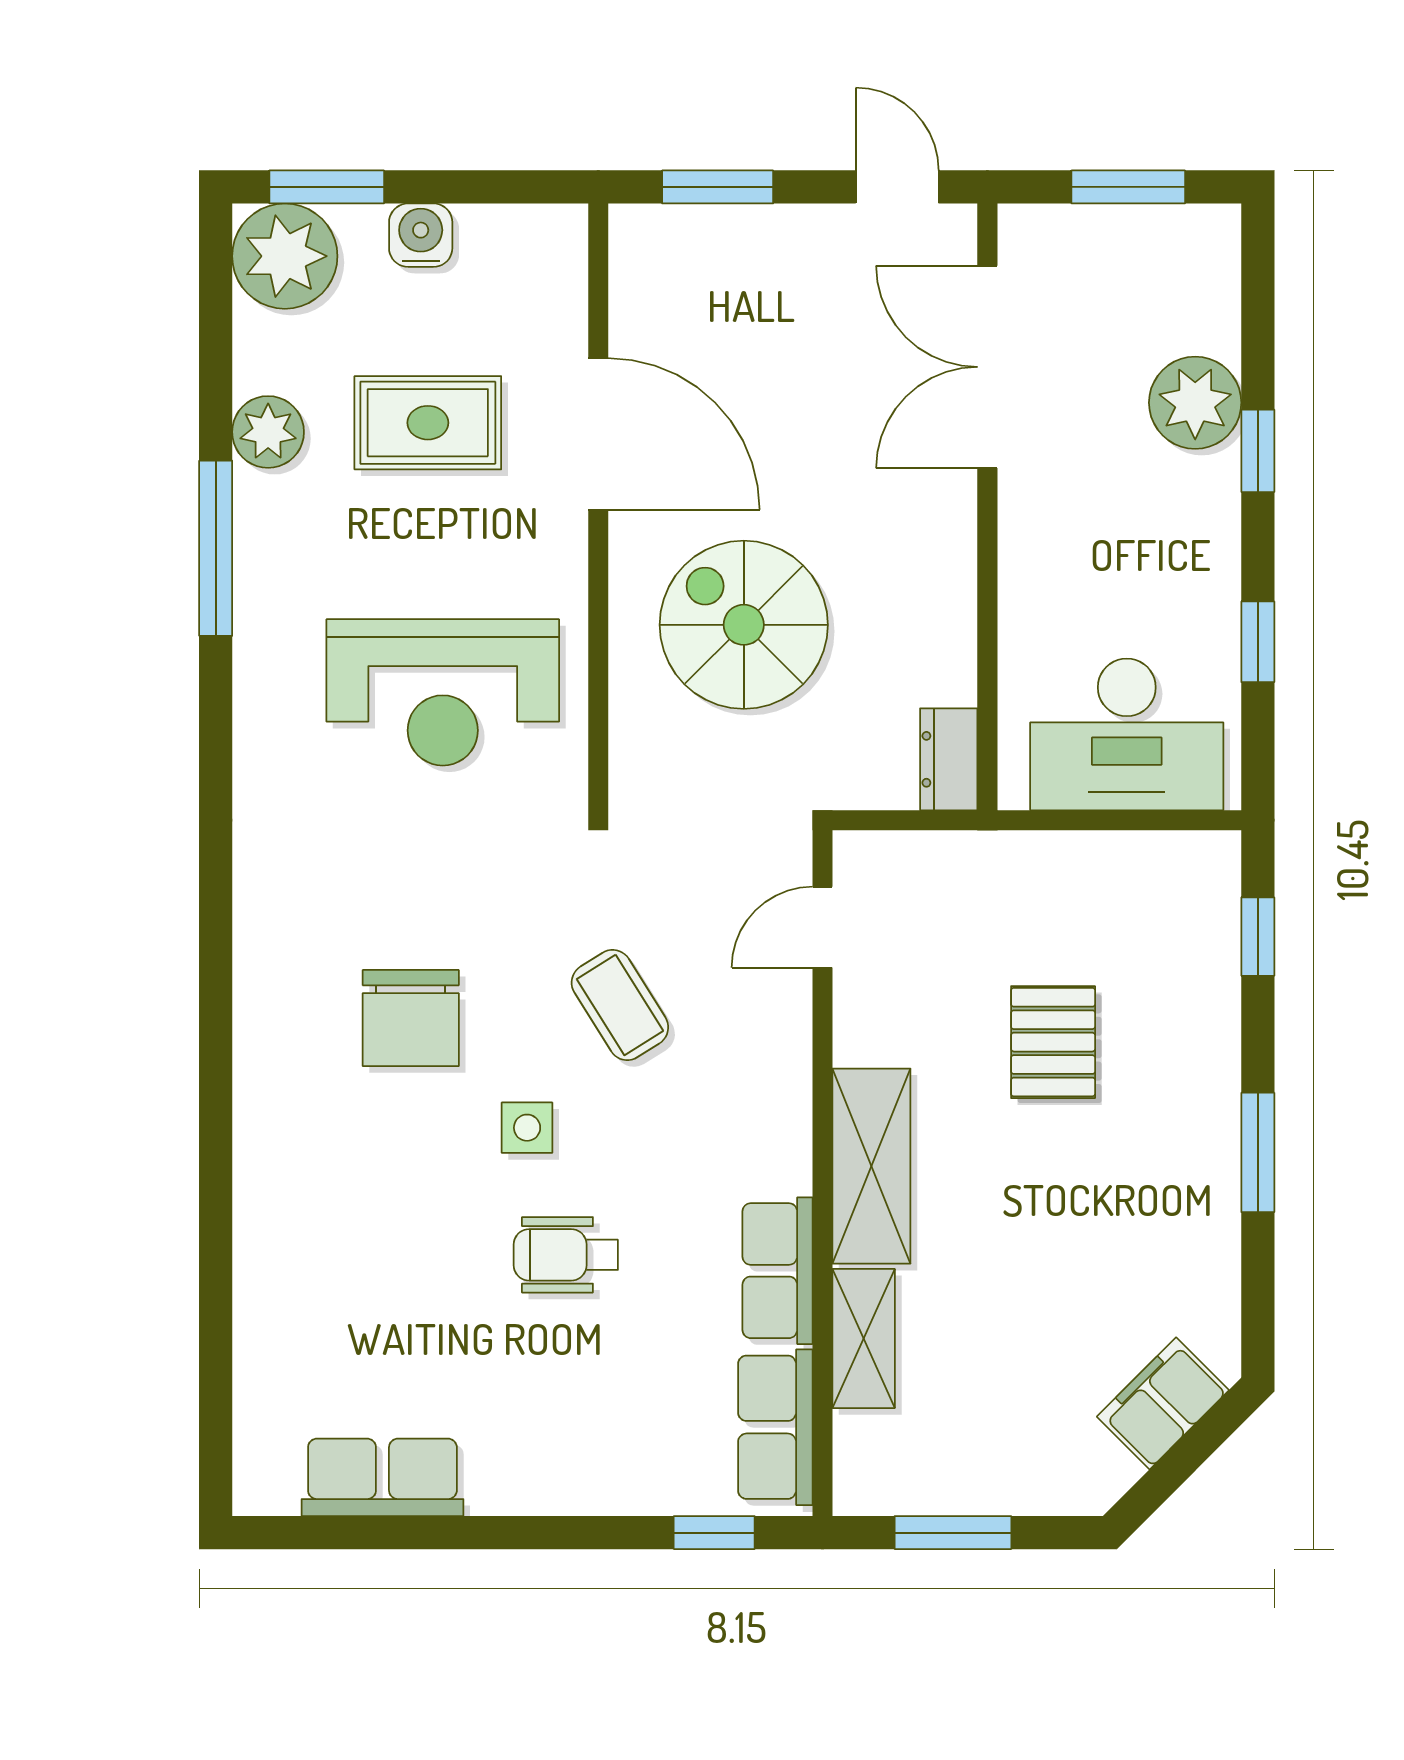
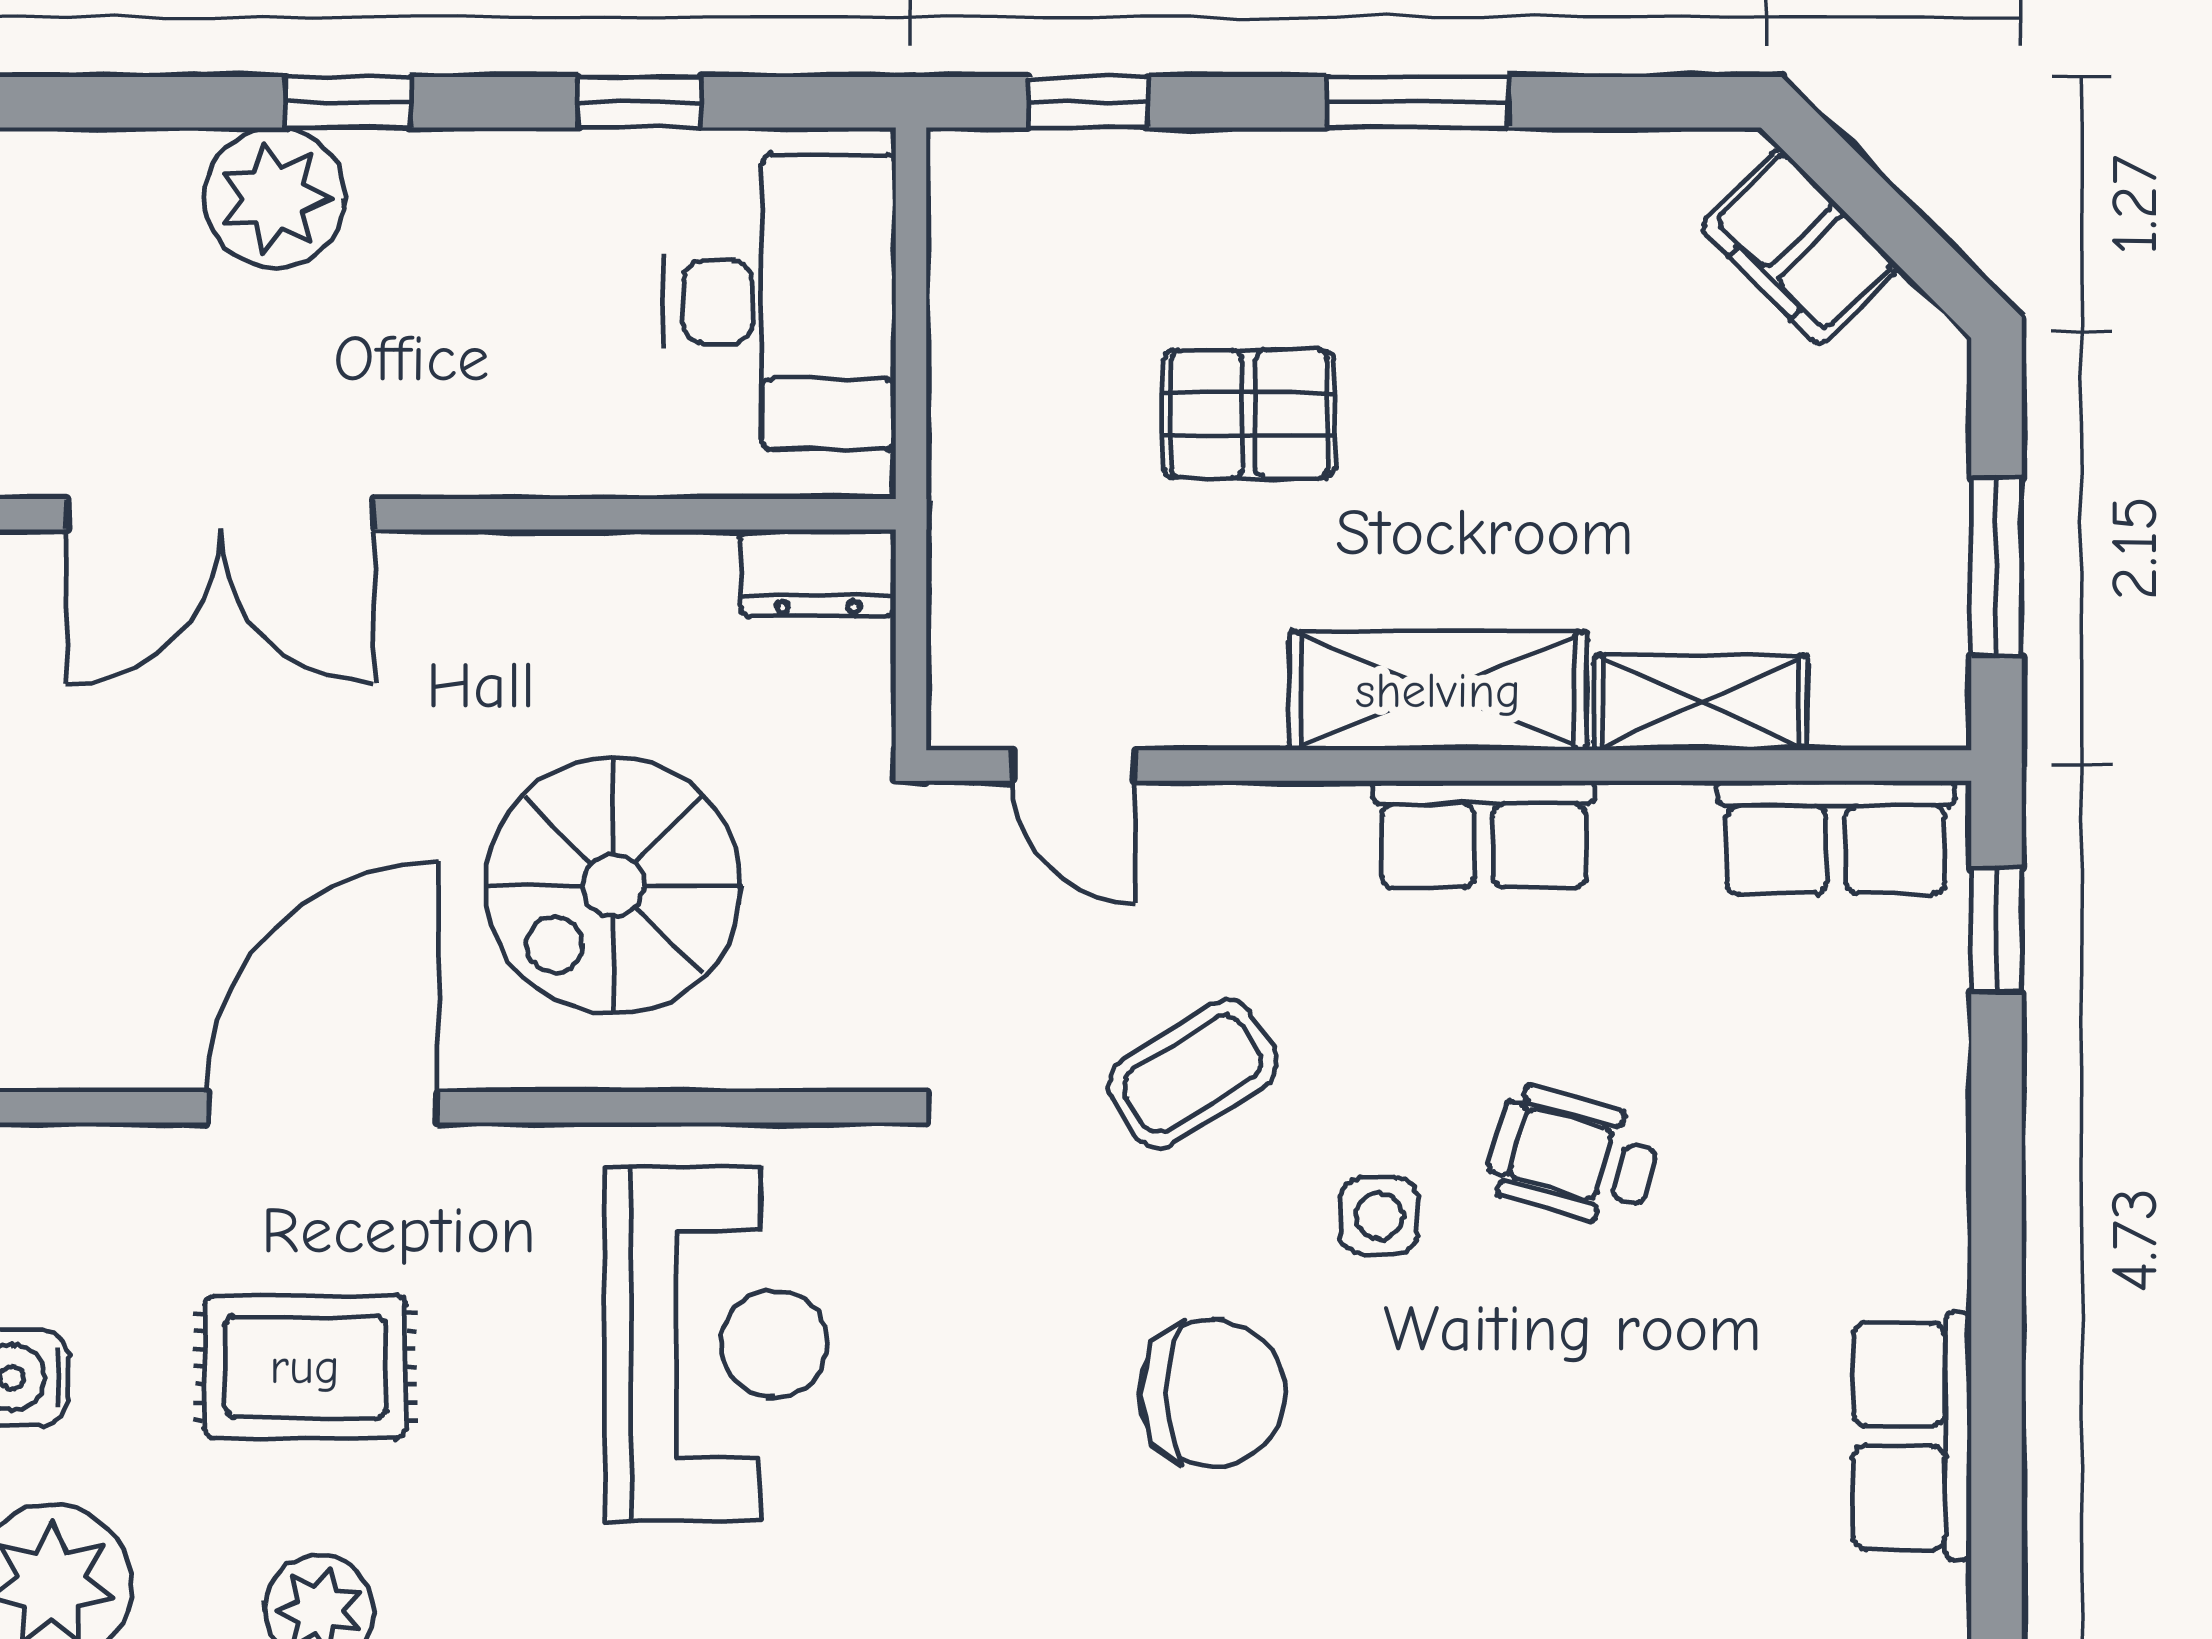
rug: (428, 423) -> (305, 1367), turned 90
wheelchair: (566, 1255) -> (1573, 1157), turned 106
row of seats: (778, 1271) -> (1484, 834), moved

